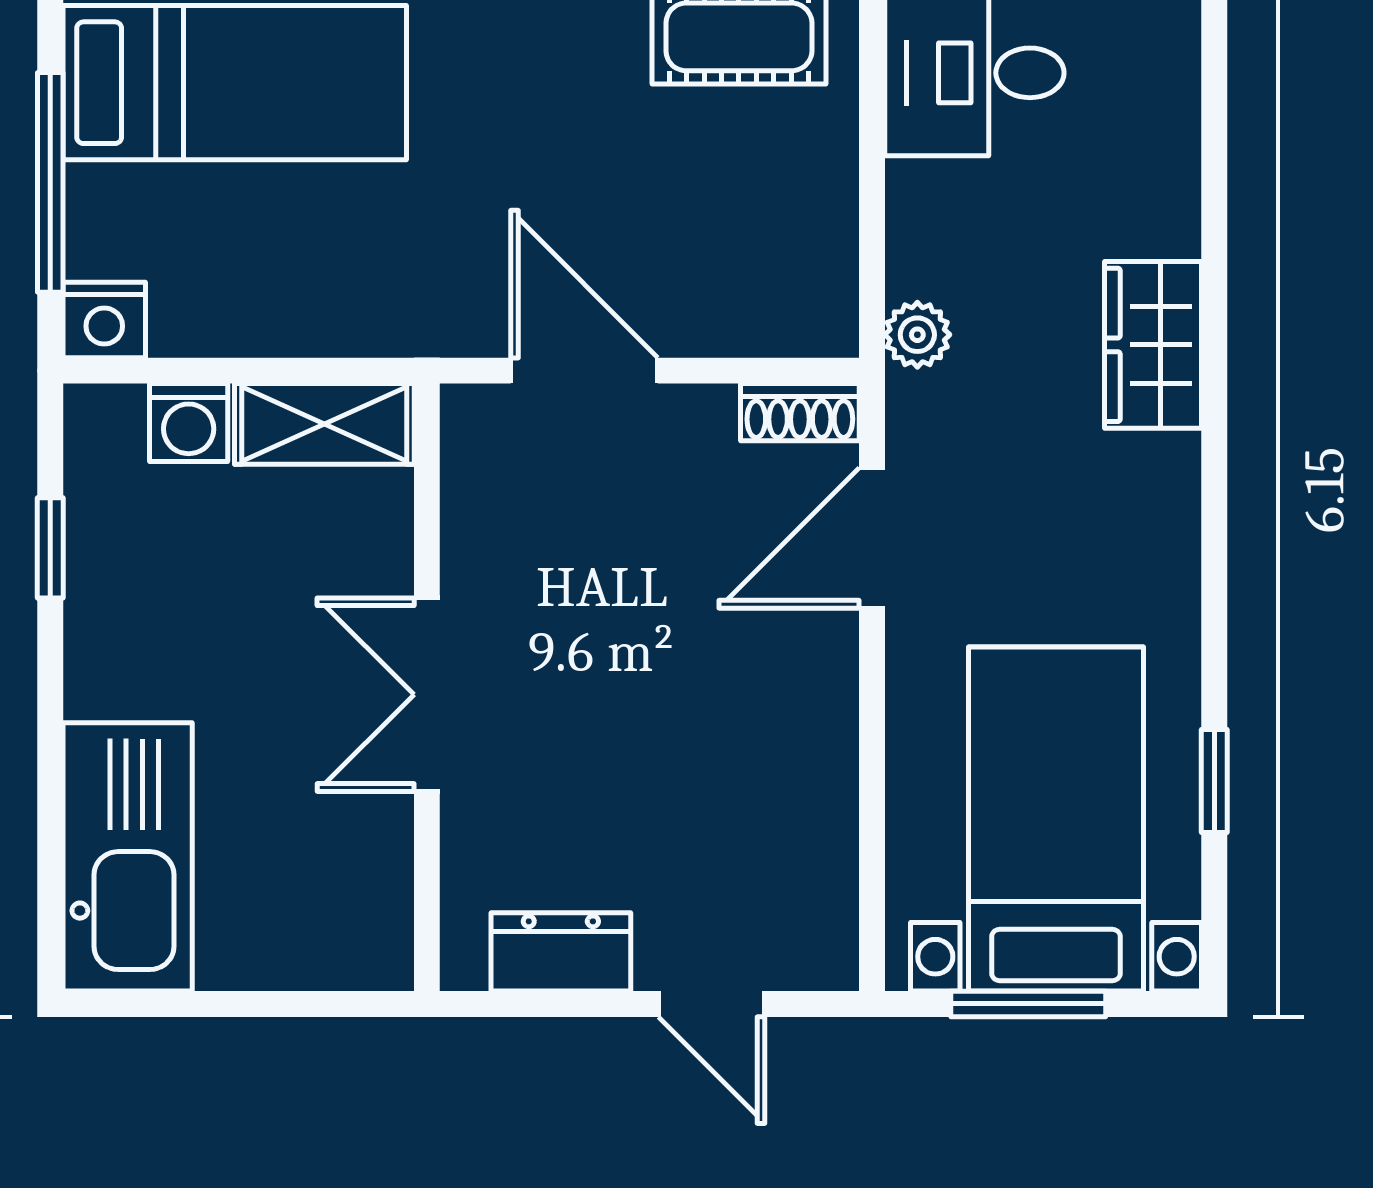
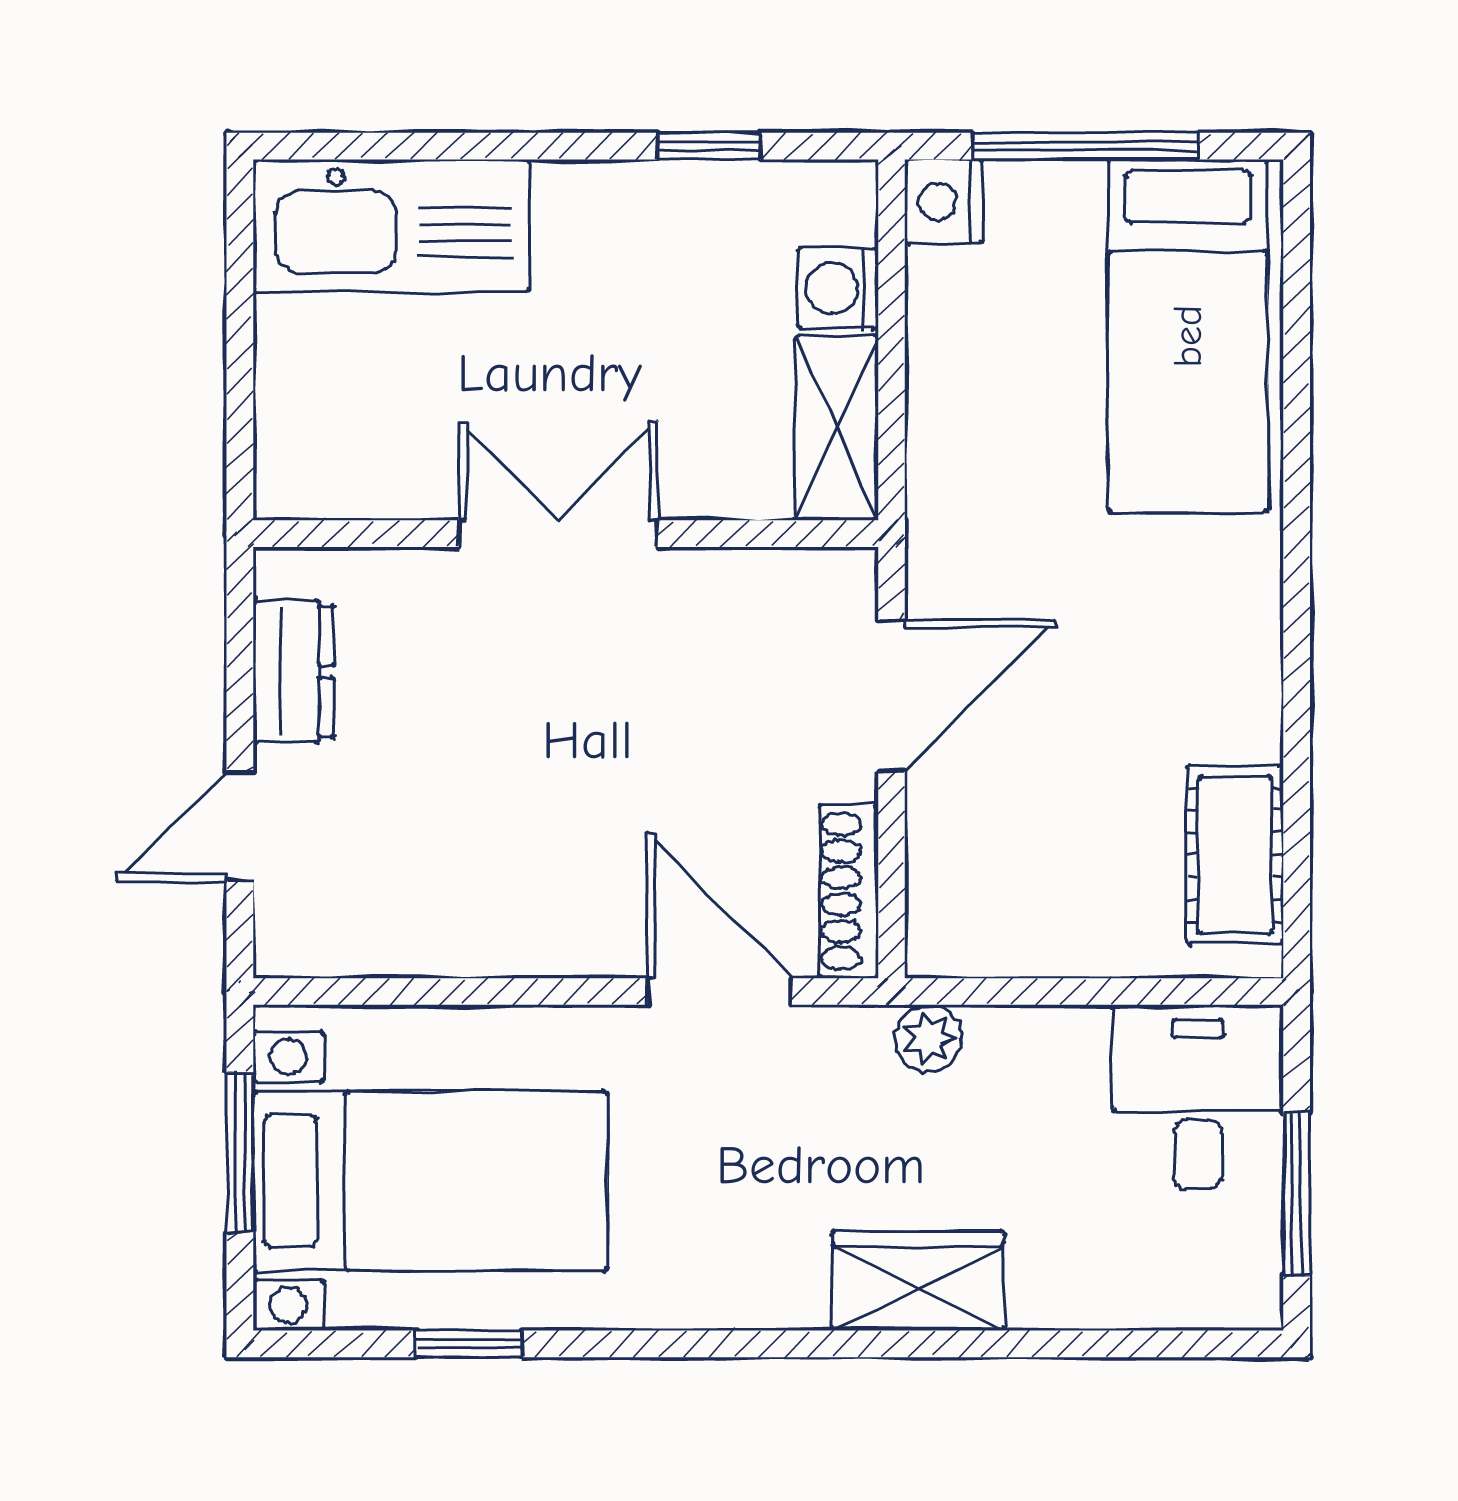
shoe rack: (800, 412) -> (849, 891), width x1.43

